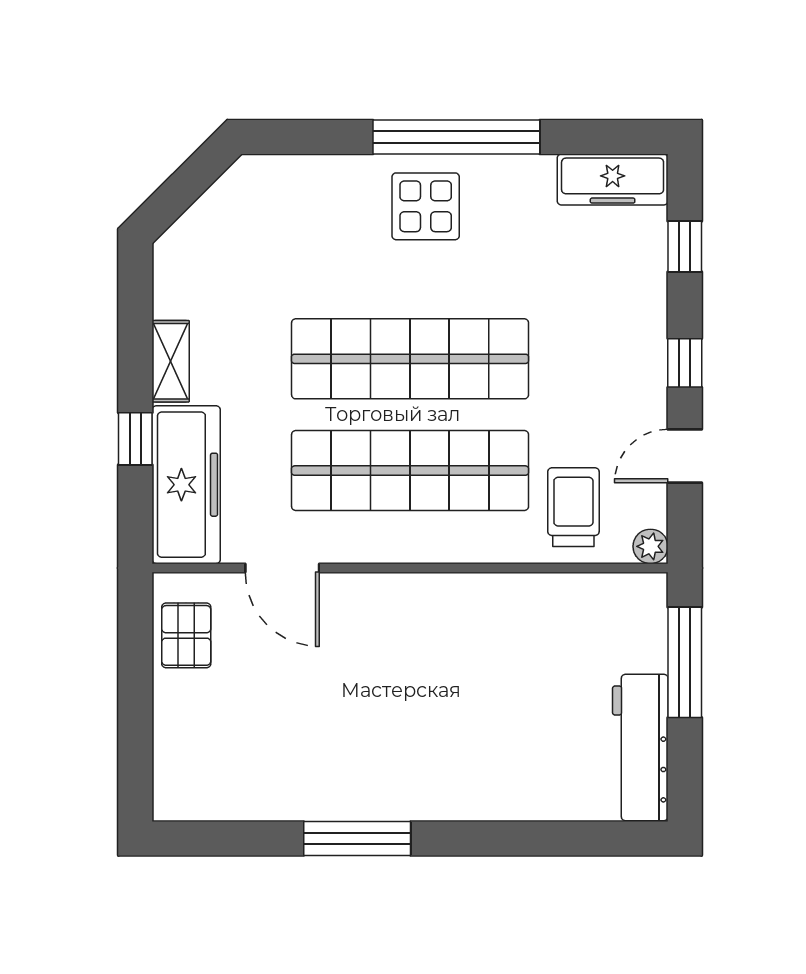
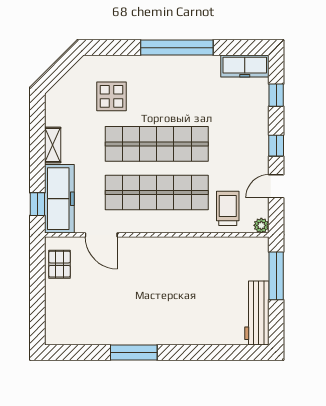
display table: (426, 206) -> (112, 96), moved
window: (135, 439) -> (37, 204), moved

